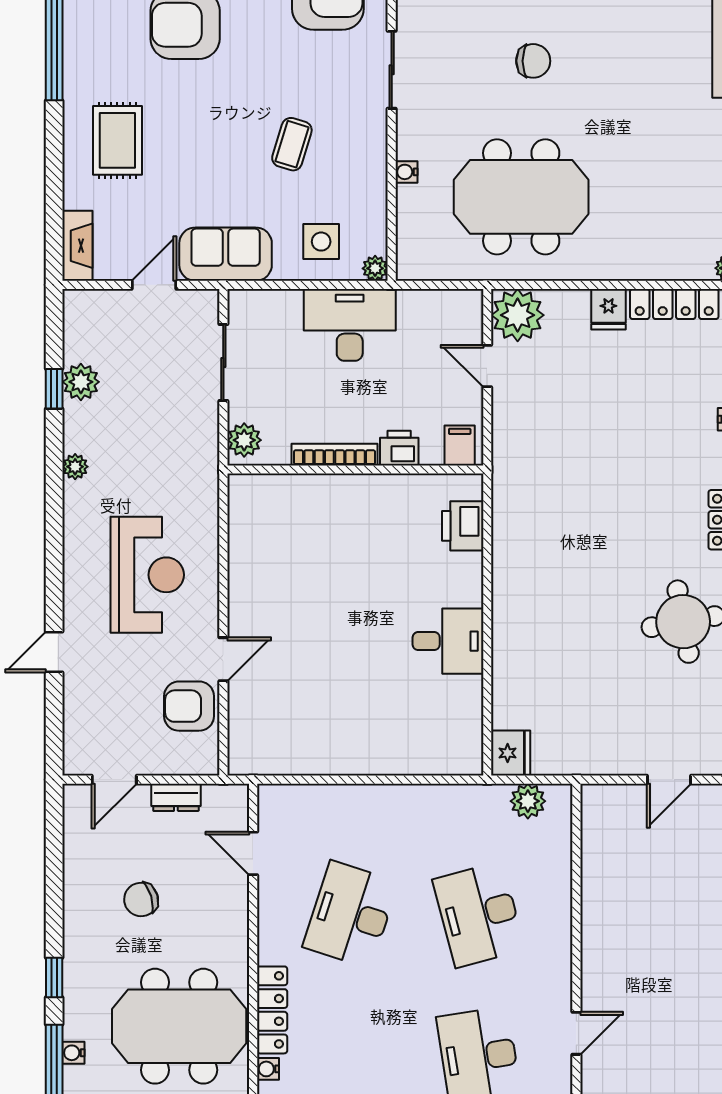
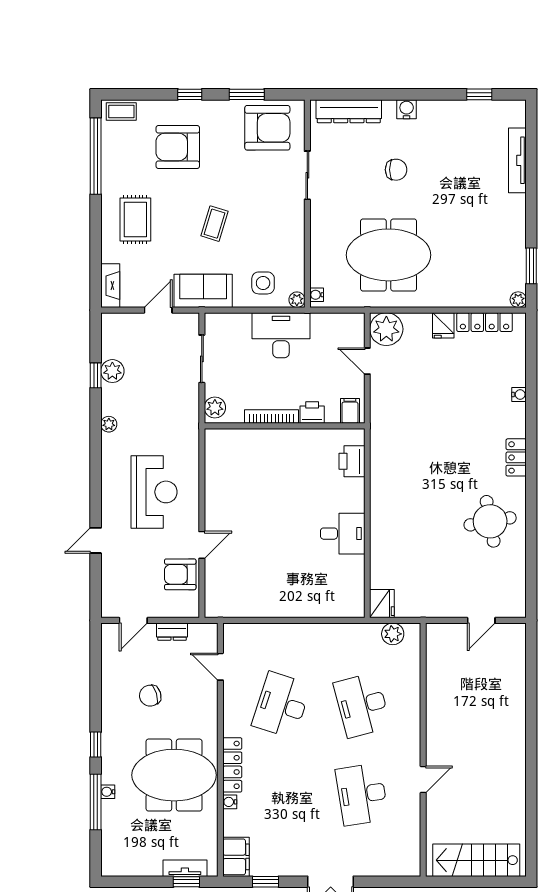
coffee table: (292, 144) -> (214, 224), moved
water cooler: (406, 172) -> (317, 295), moved

